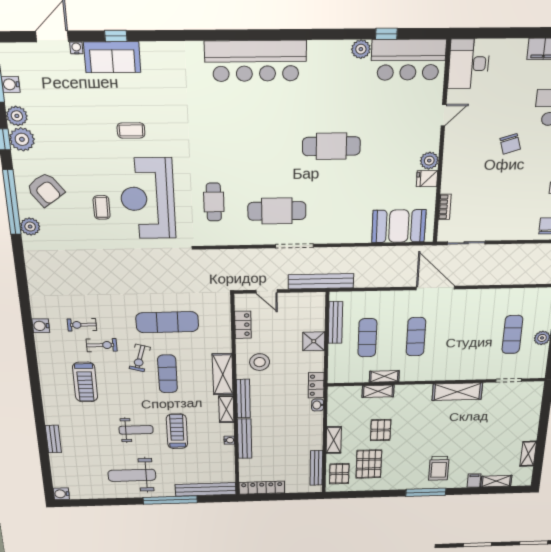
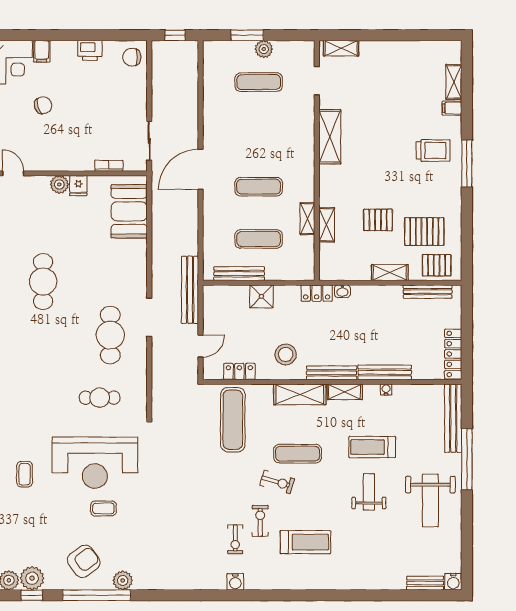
exercise mat: (167, 322) -> (233, 420), moved
bench: (53, 439) -> (425, 583), moved
shelving: (528, 454) -> (341, 48), moved

